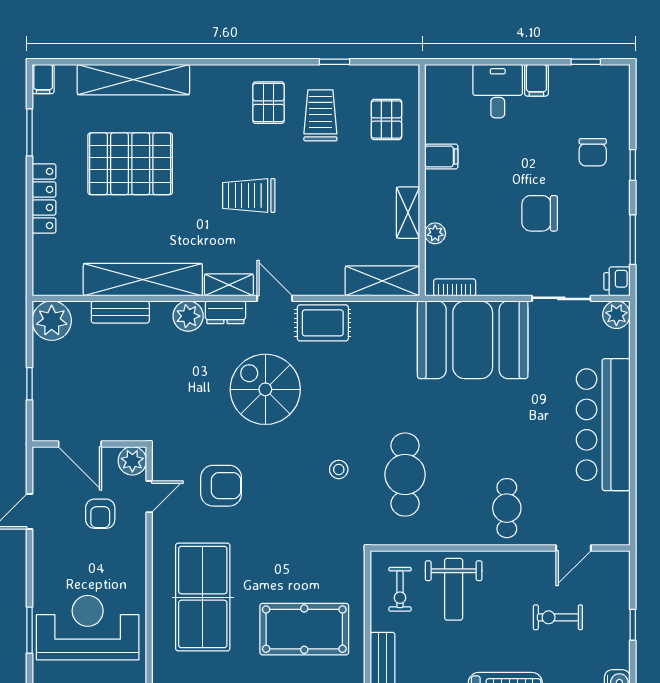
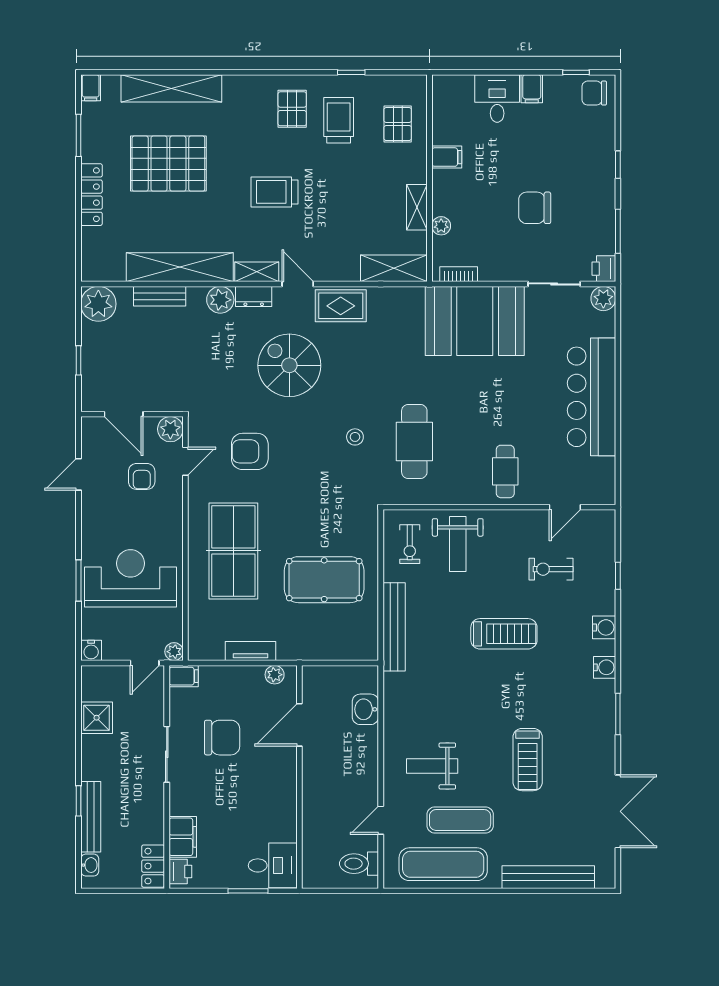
chair: (593, 152) -> (594, 93), moved, turned 90
armchair: (221, 486) -> (250, 451), turned 180

